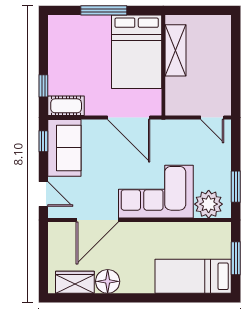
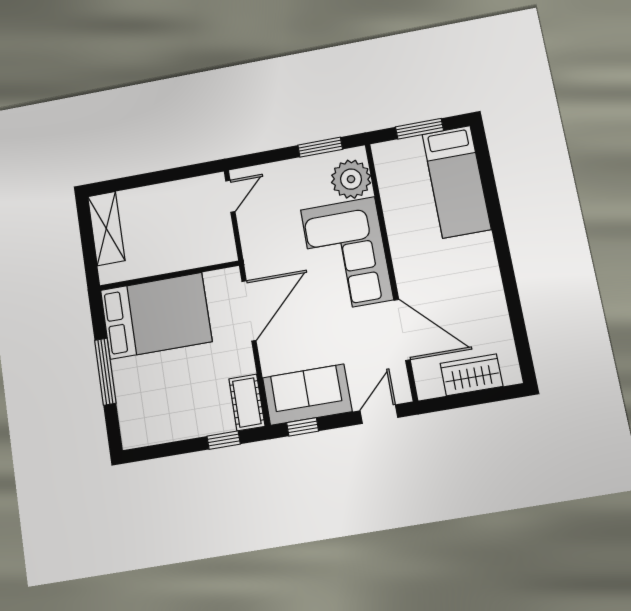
shelving: (175, 50) -> (106, 228), moved, turned 90
floor lamp: (108, 281) -> (488, 300), removed
wardrobe: (75, 282) -> (471, 375), moved, turned 90

